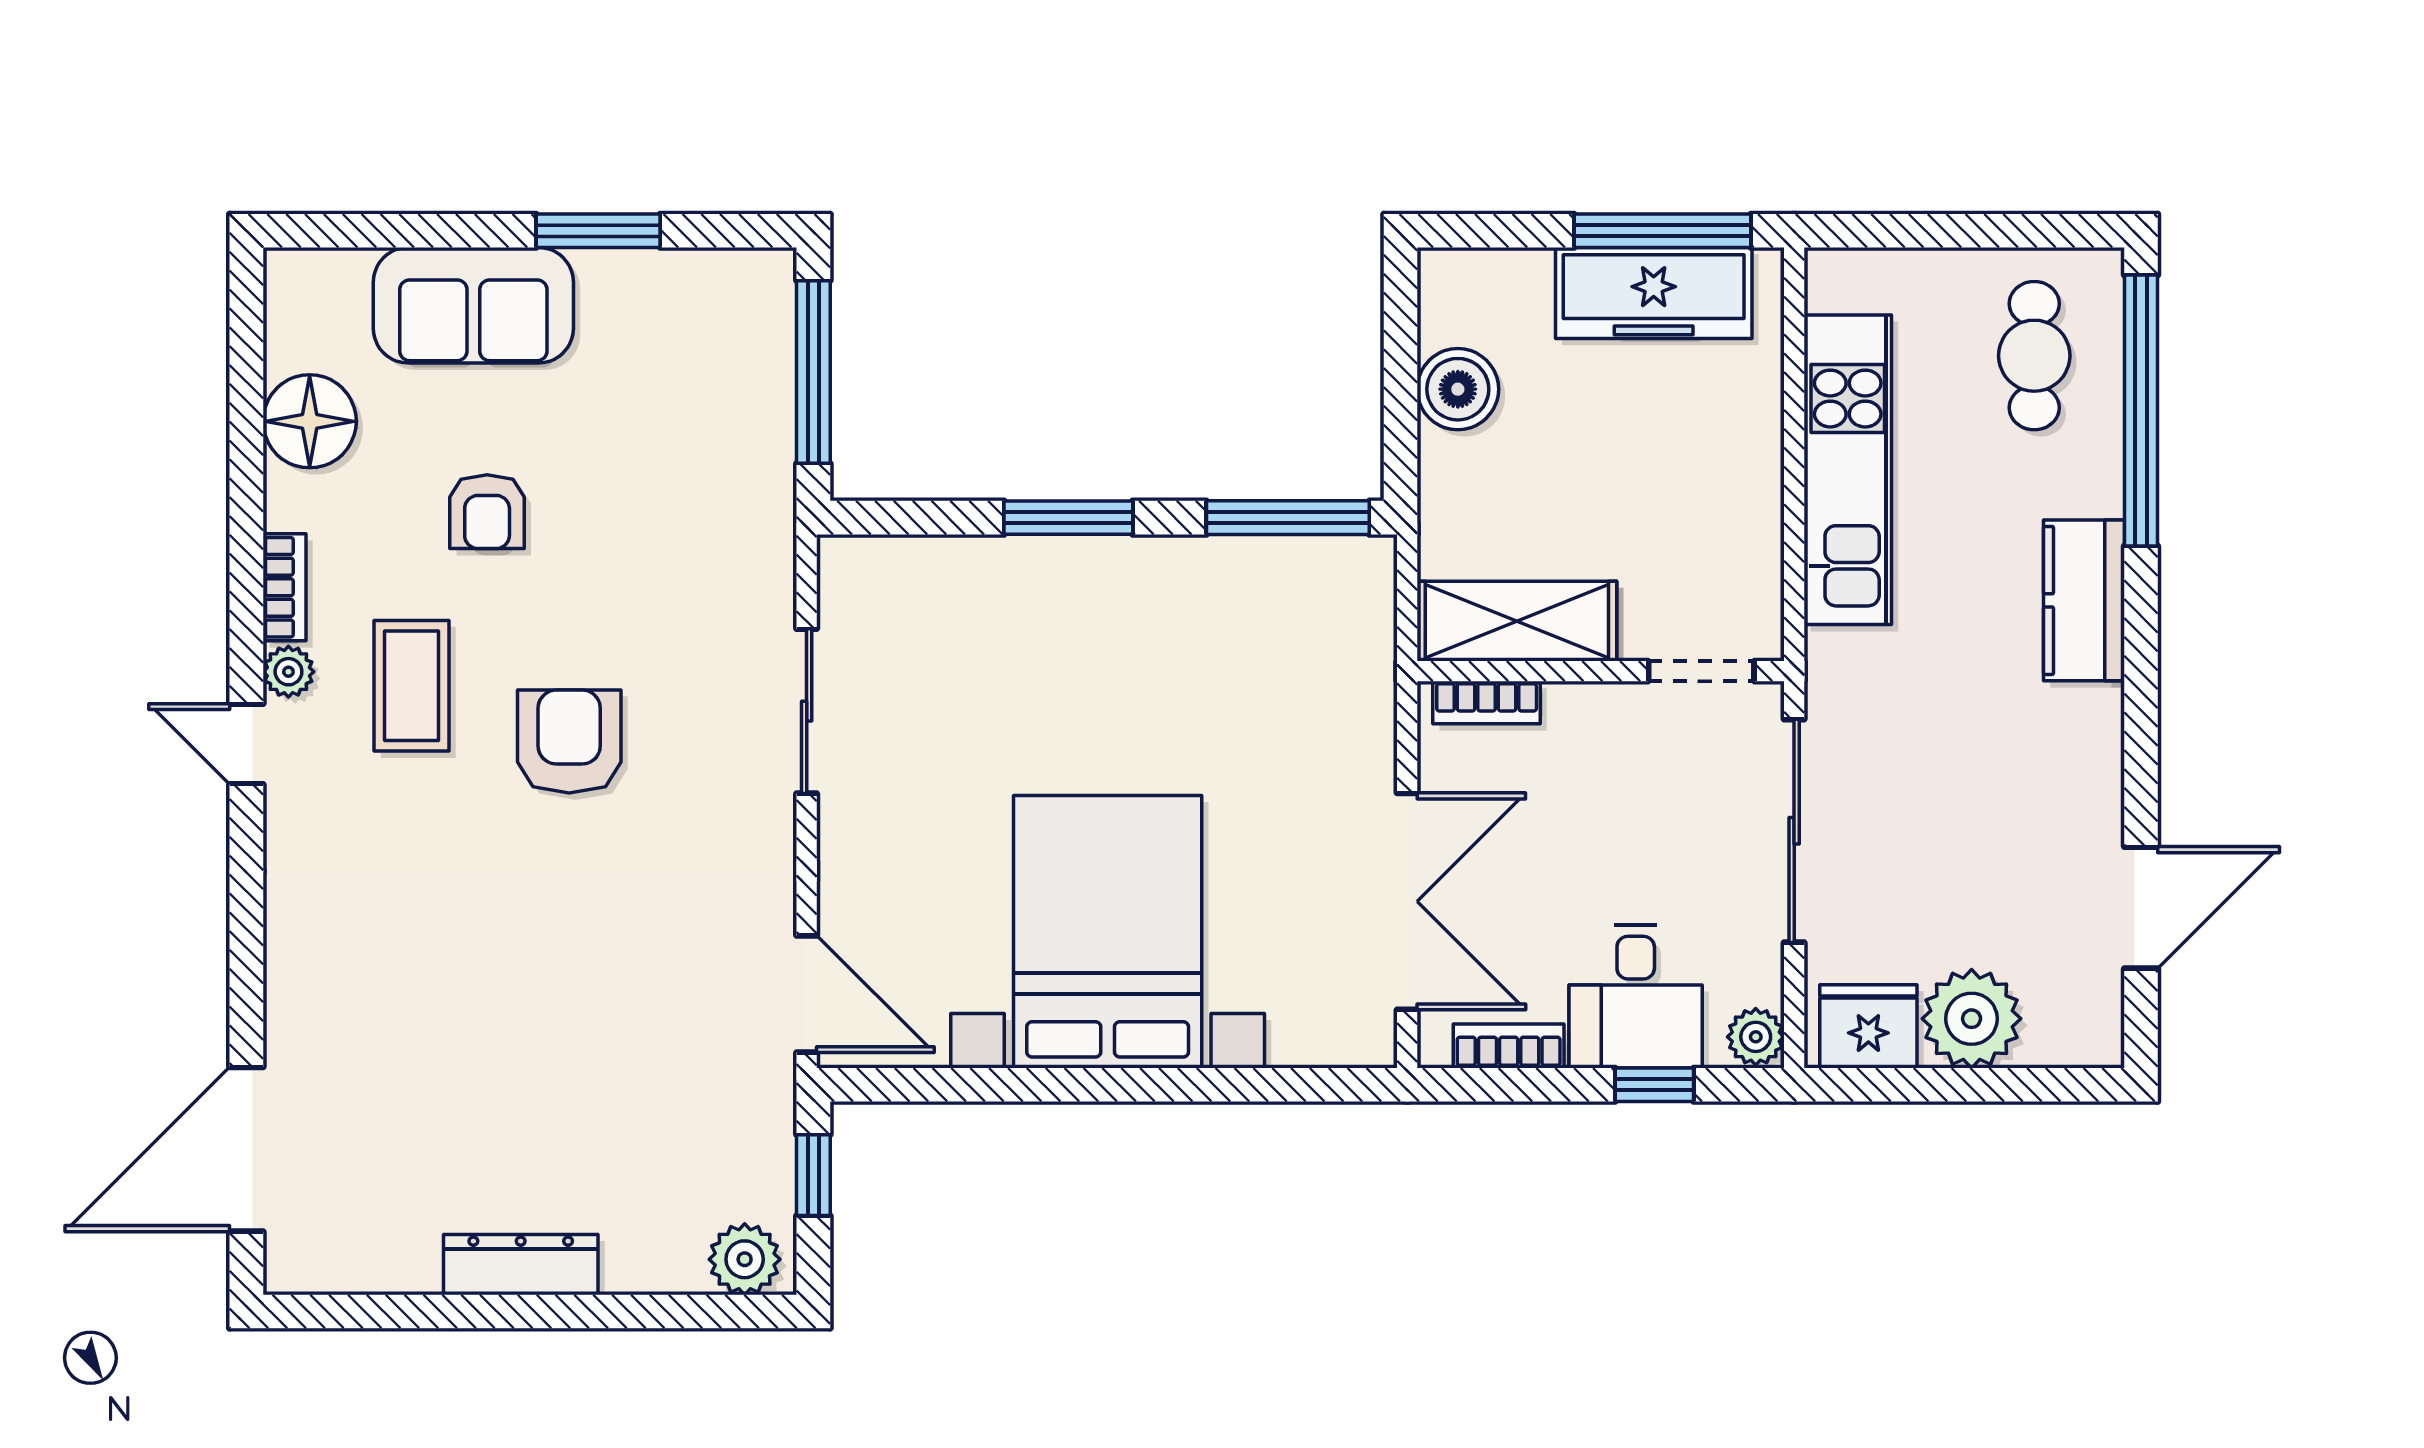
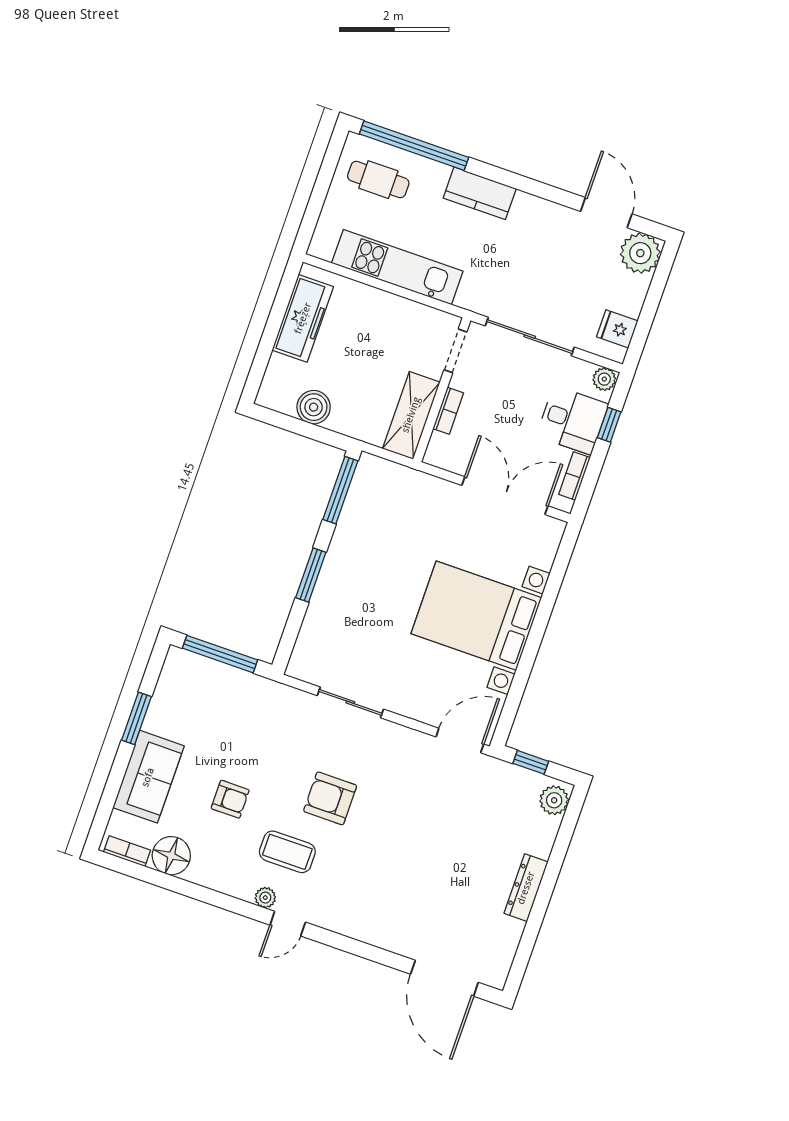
window: (1662, 231) -> (280, 307), removed
bookcase: (284, 587) -> (127, 851), moved
bookcase: (1487, 702) -> (448, 411), moved
plant: (1972, 1019) -> (640, 253), moved
fridge: (1868, 1026) -> (617, 329), width x0.72

